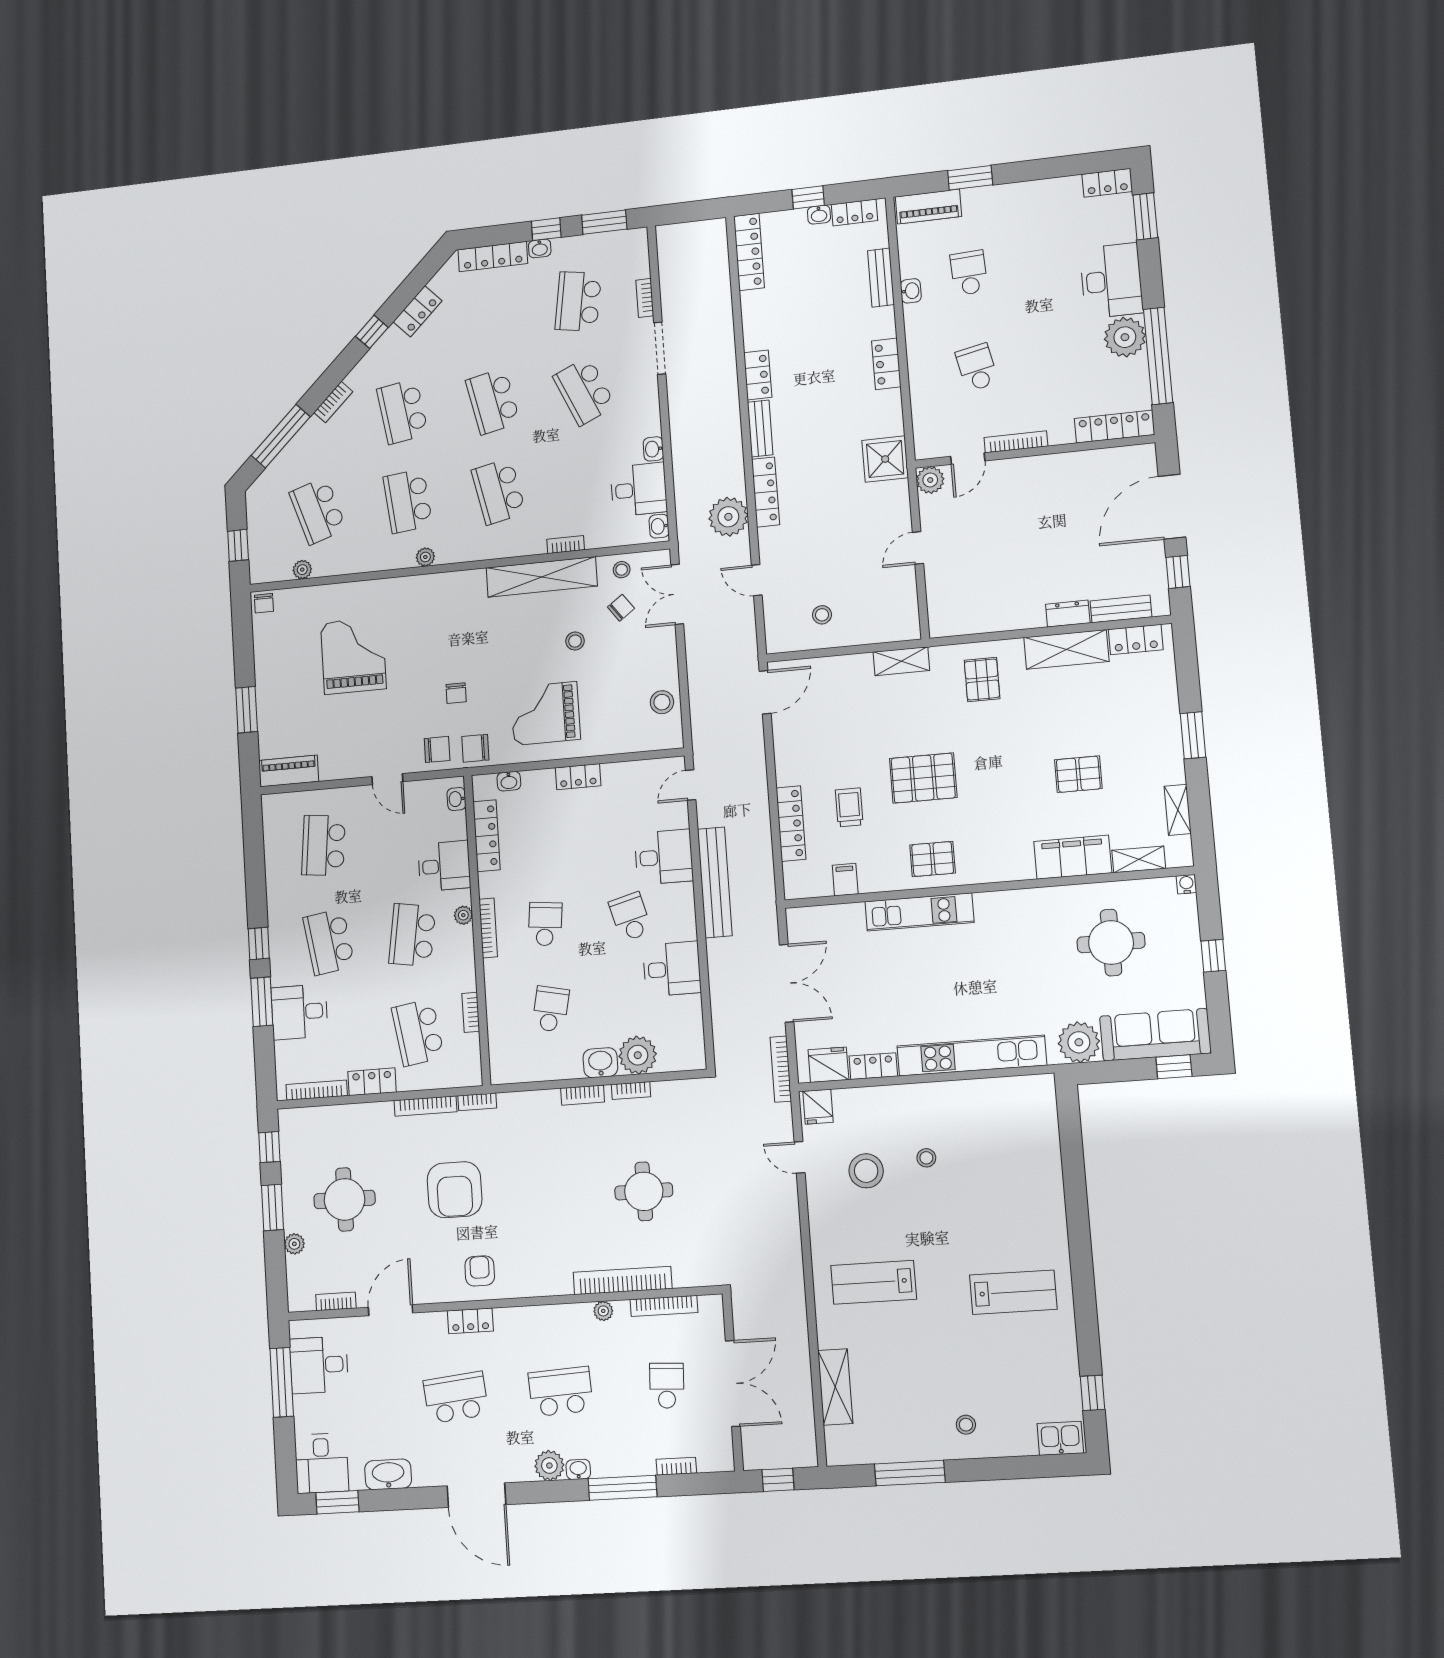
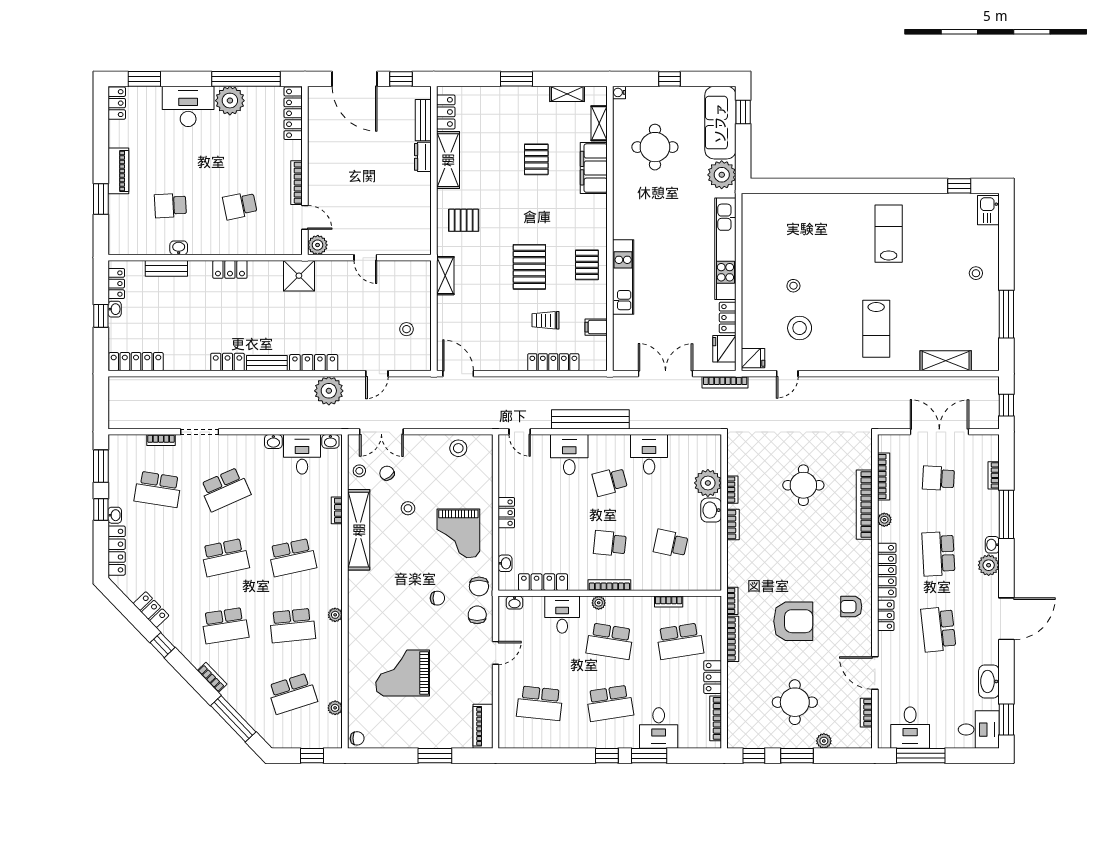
piano: (928, 207) -> (118, 171), moved
locker: (533, 1319) -> (887, 570), added

